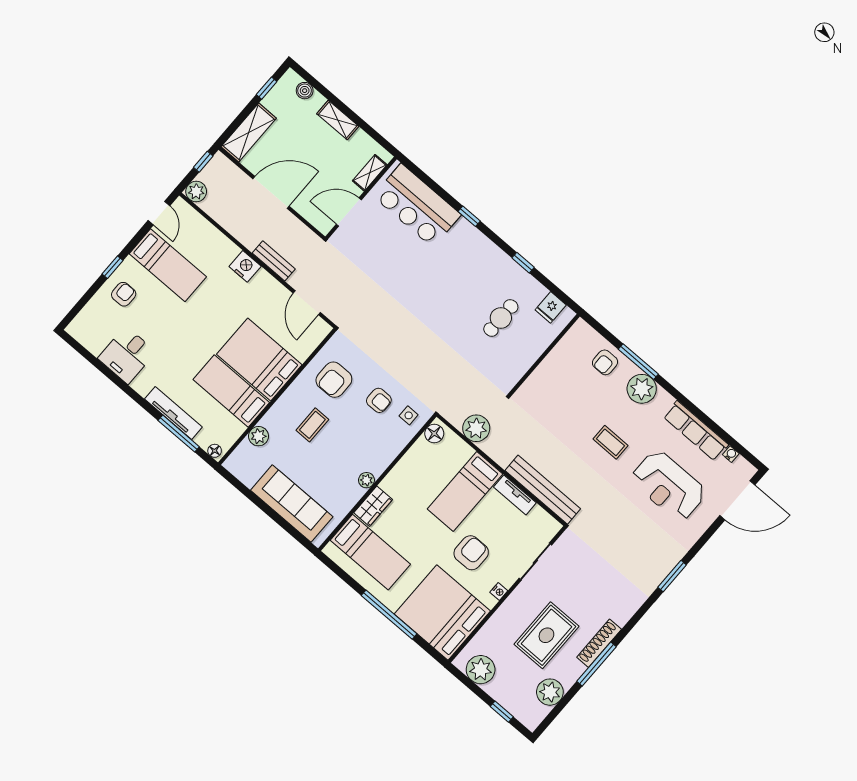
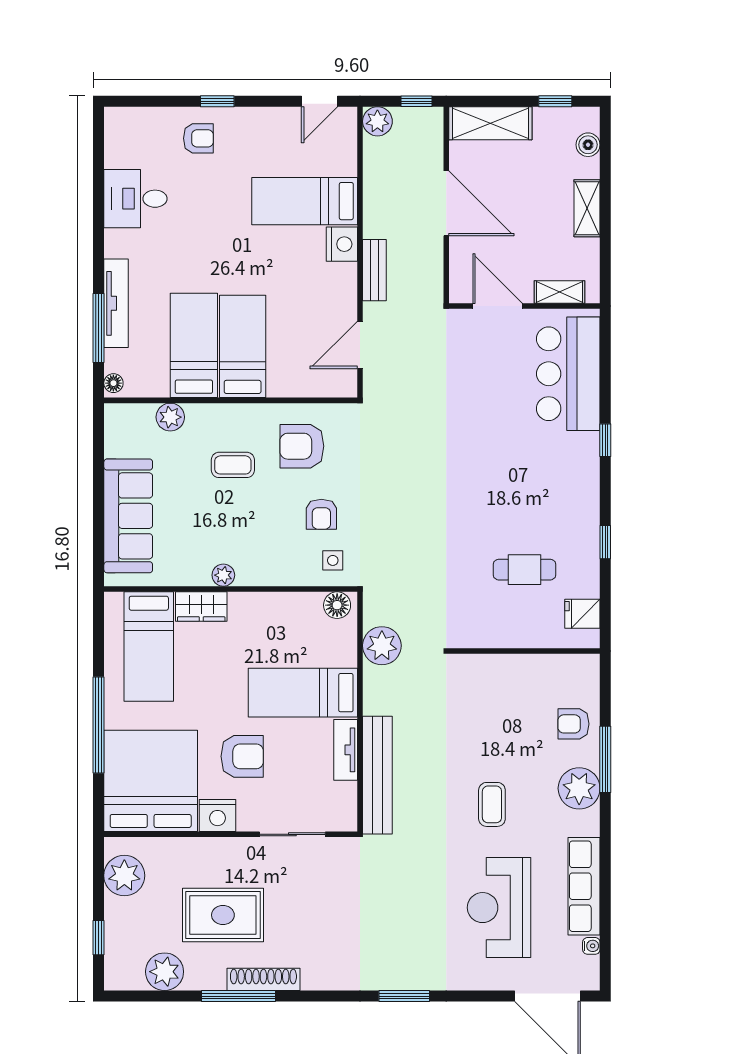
bed: (168, 265) -> (305, 201), moved, turned 90
bed: (259, 360) -> (243, 346), width x0.67
nightstand: (499, 592) -> (218, 815), width x1.89, depth x1.79

